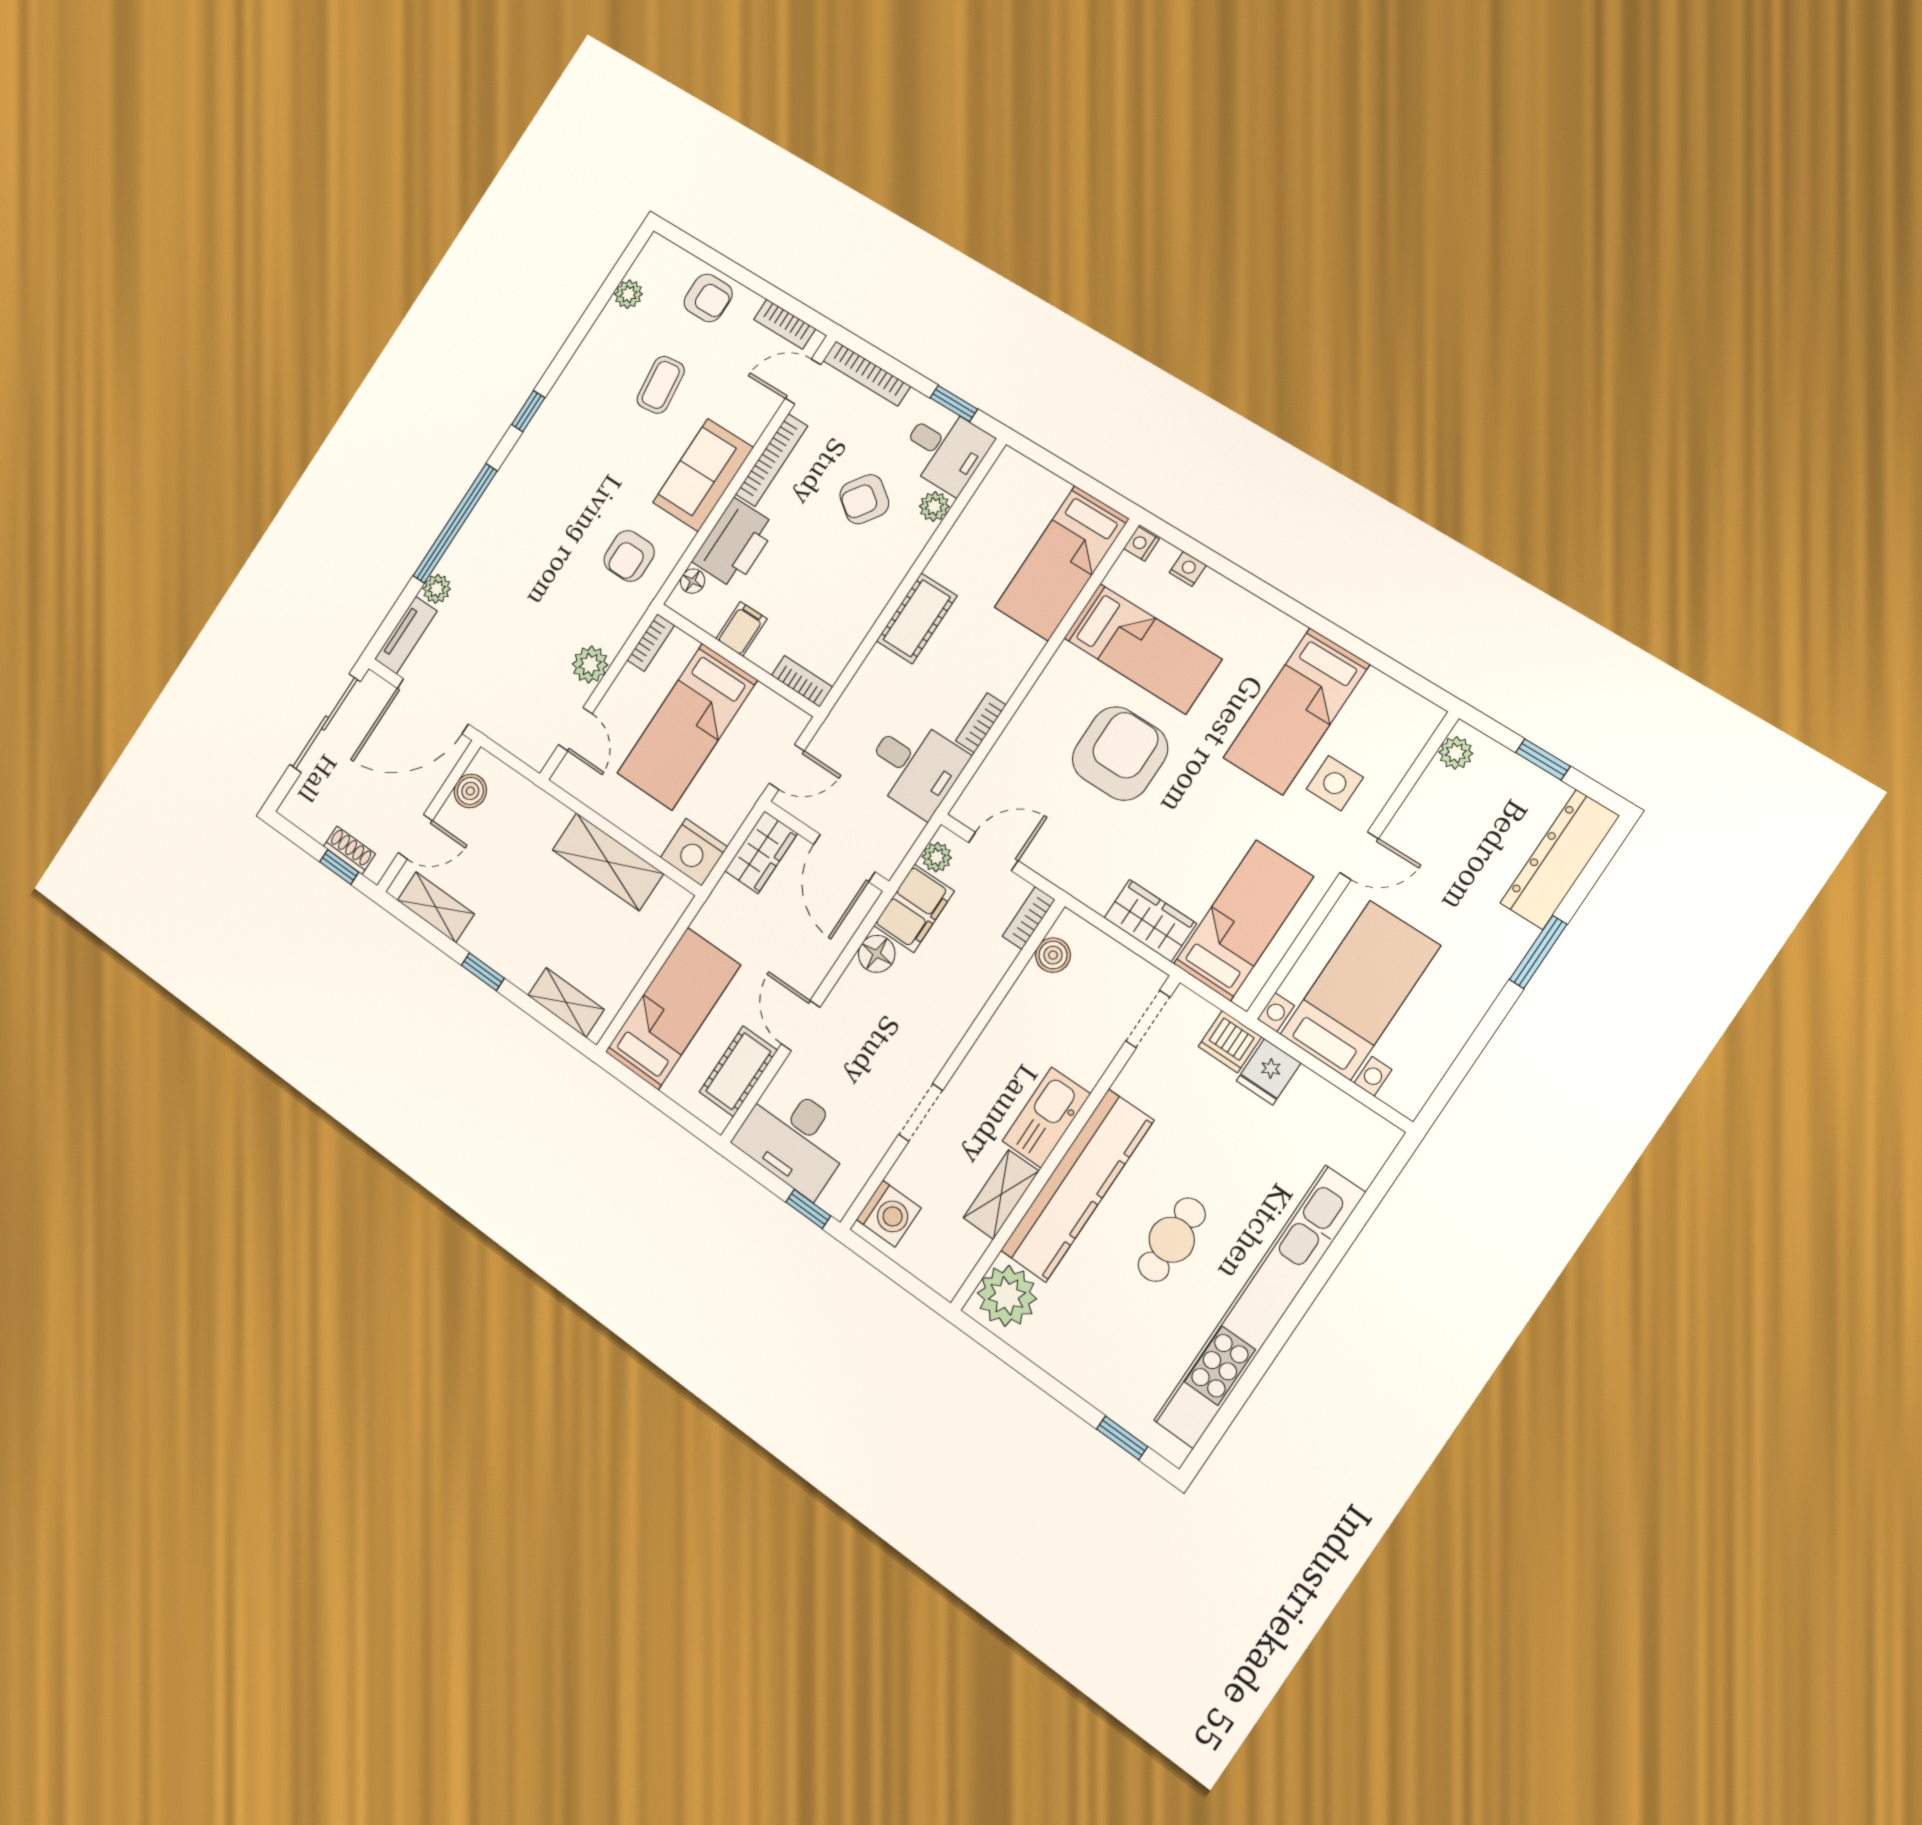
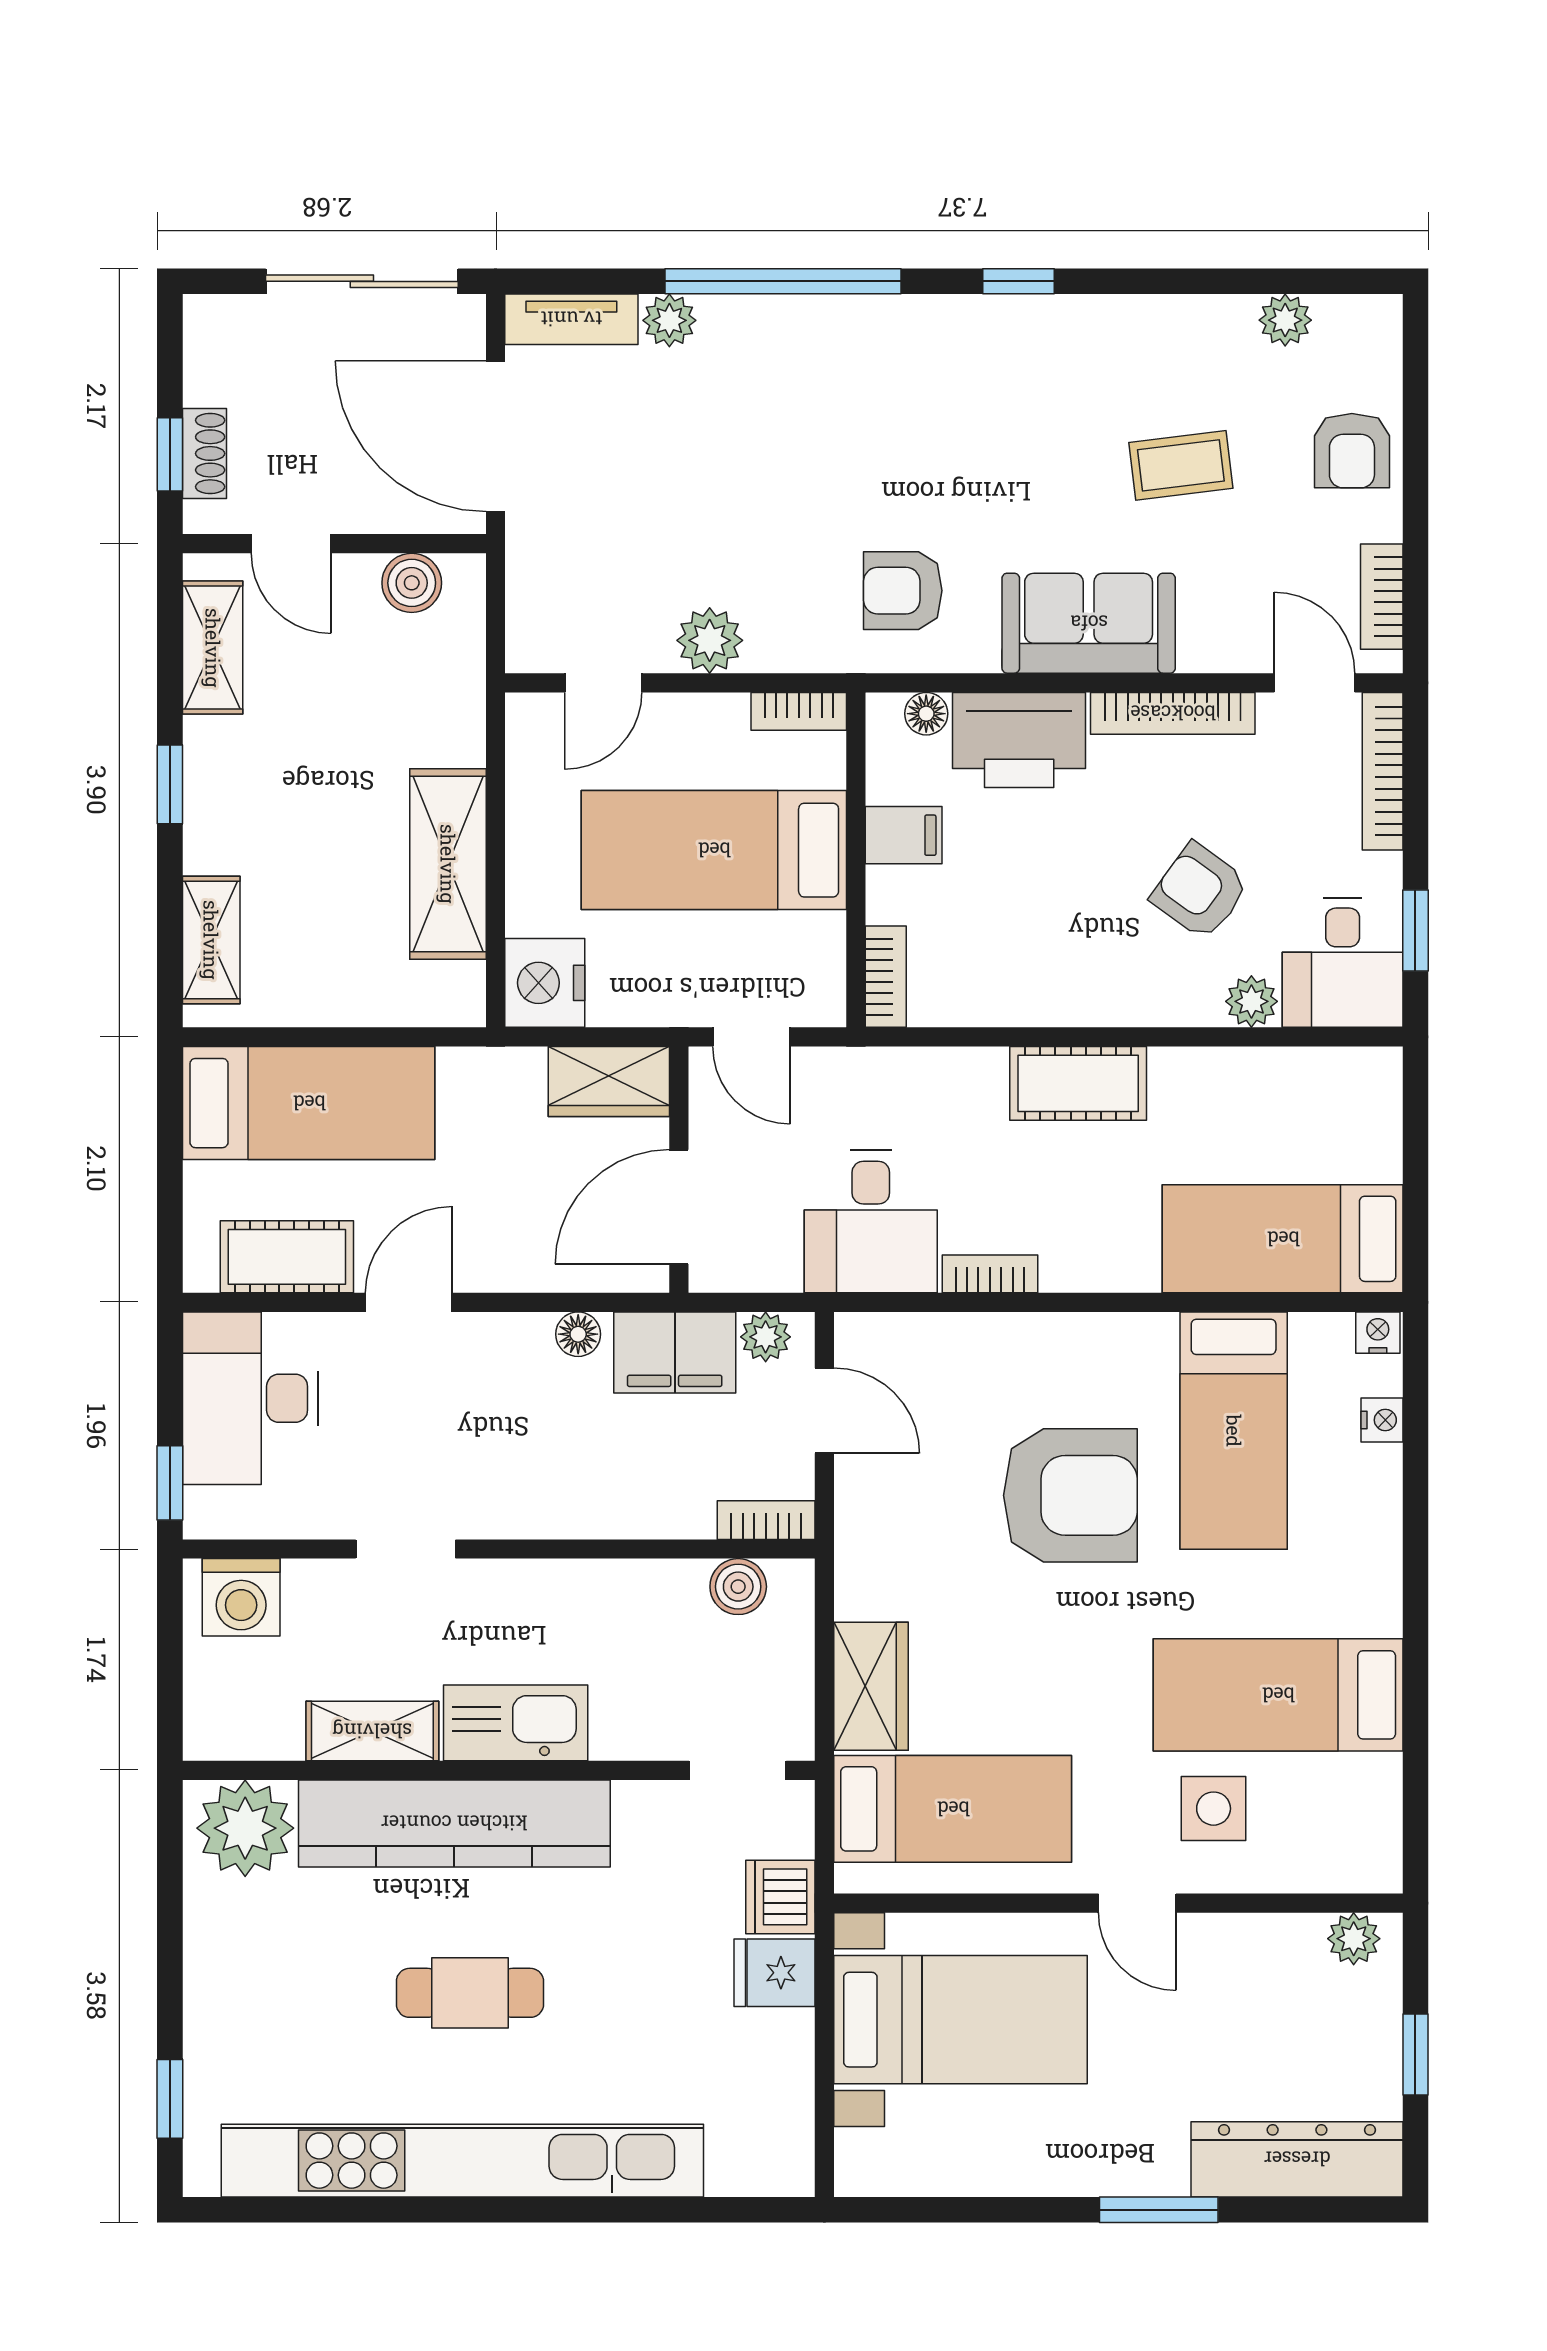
floor lamp: (877, 954) -> (578, 1334), width x0.73, depth x0.73

